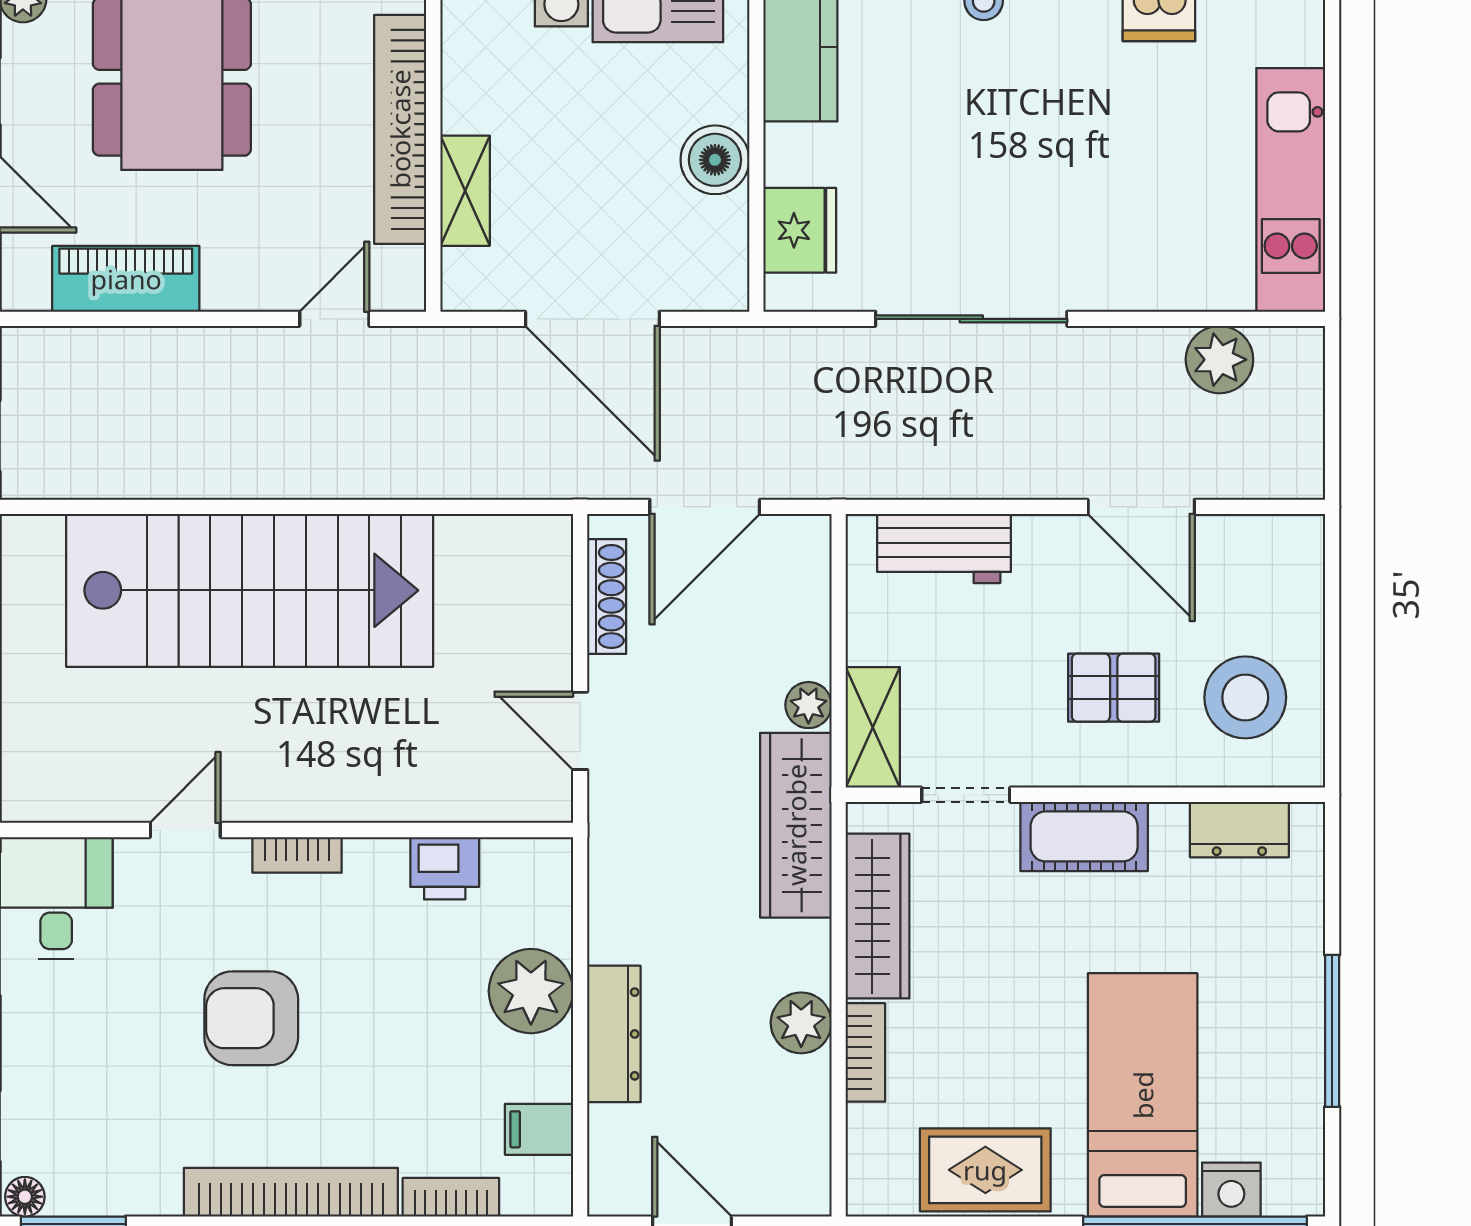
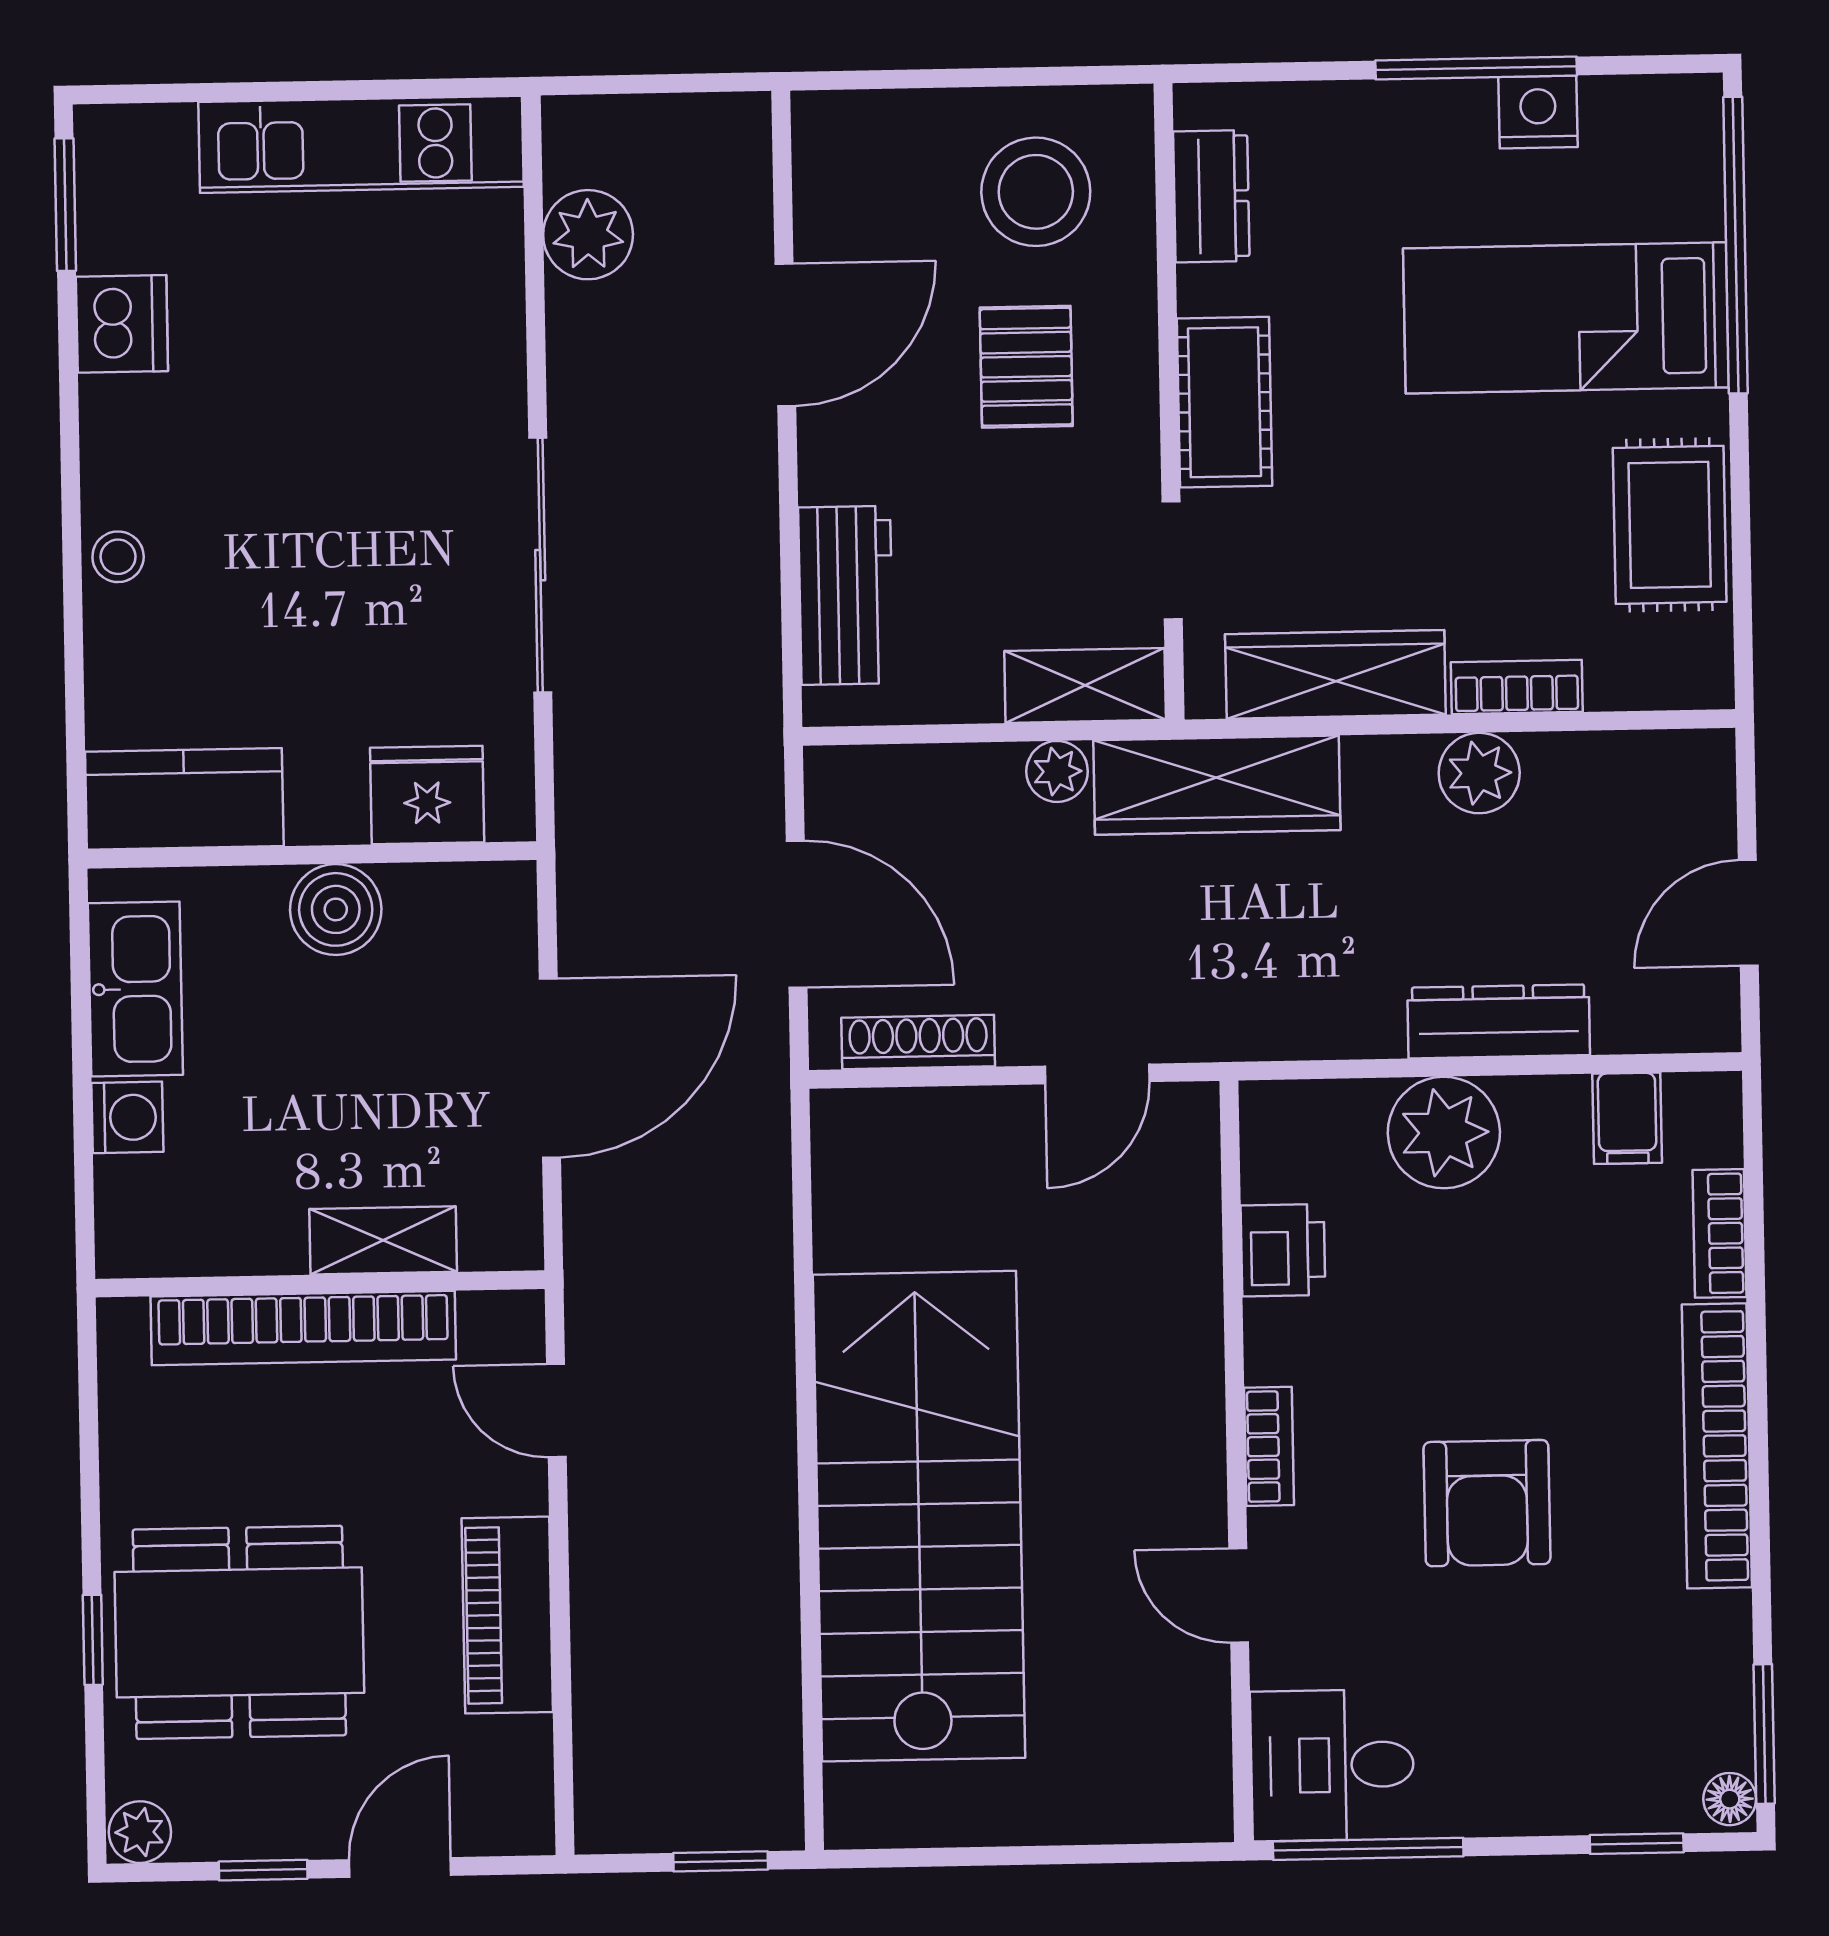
piano: (126, 279) -> (507, 1615), moved
nightstand: (1231, 1190) -> (1538, 112), moved, turned -90

